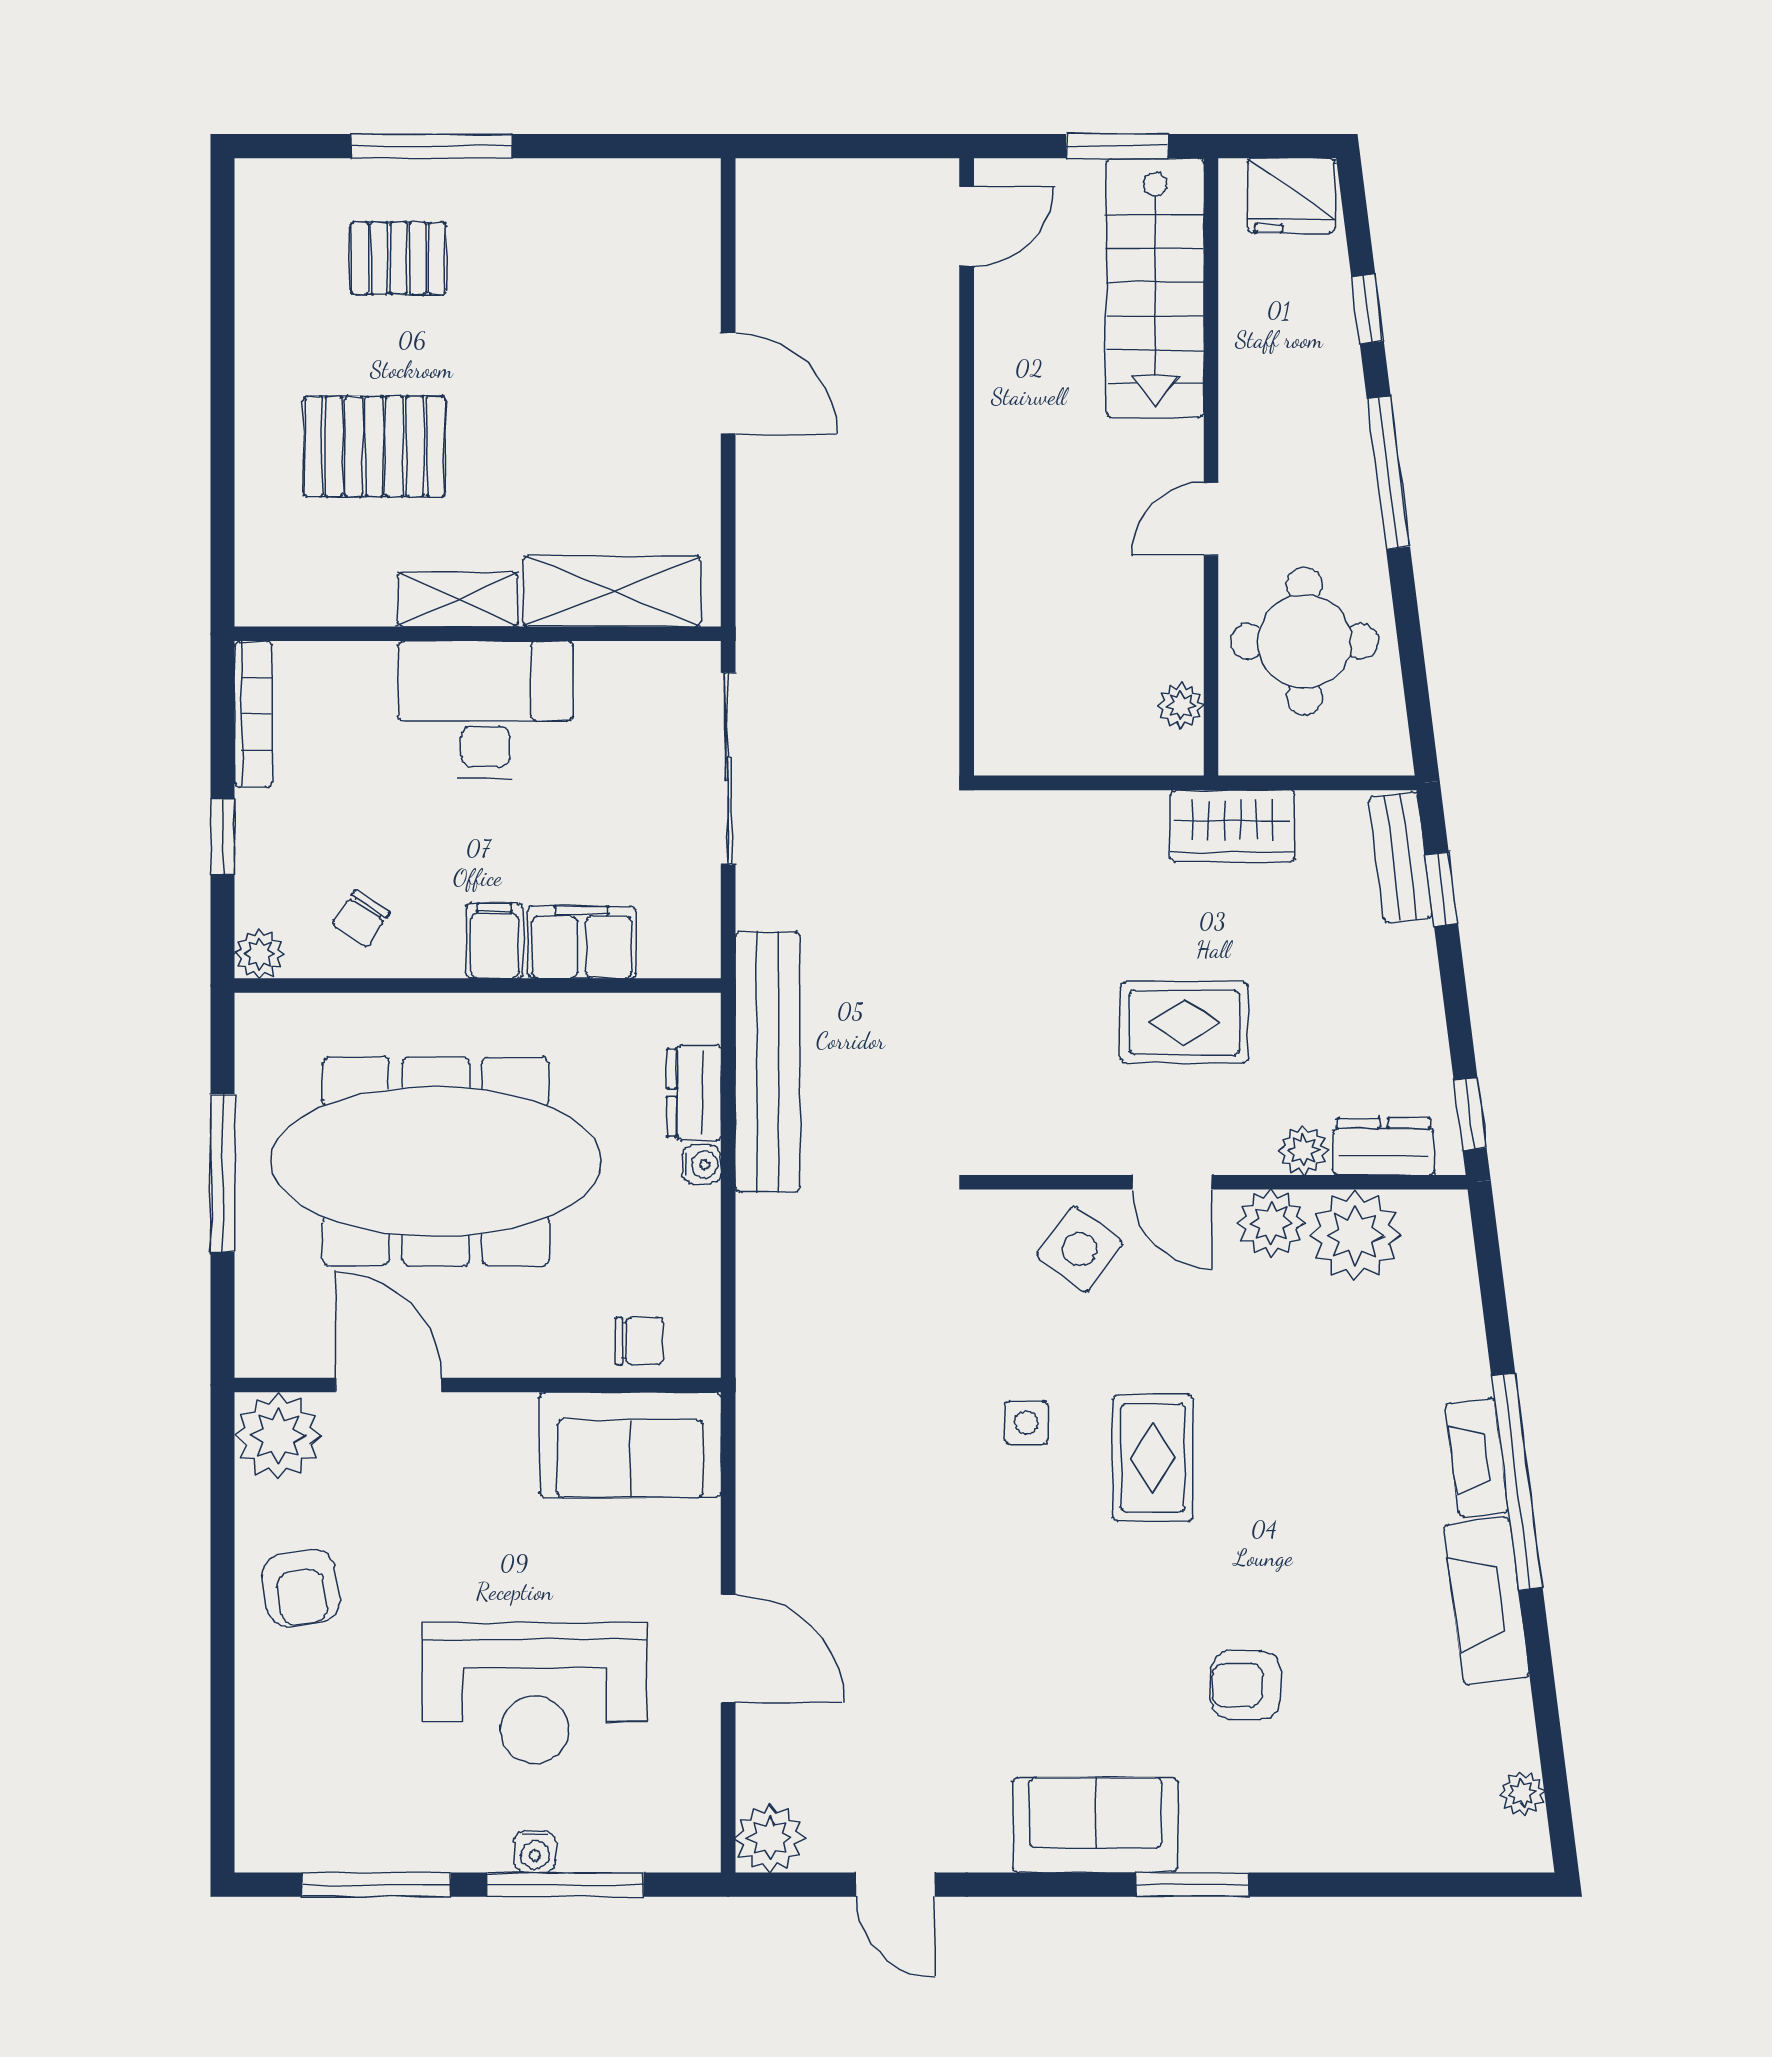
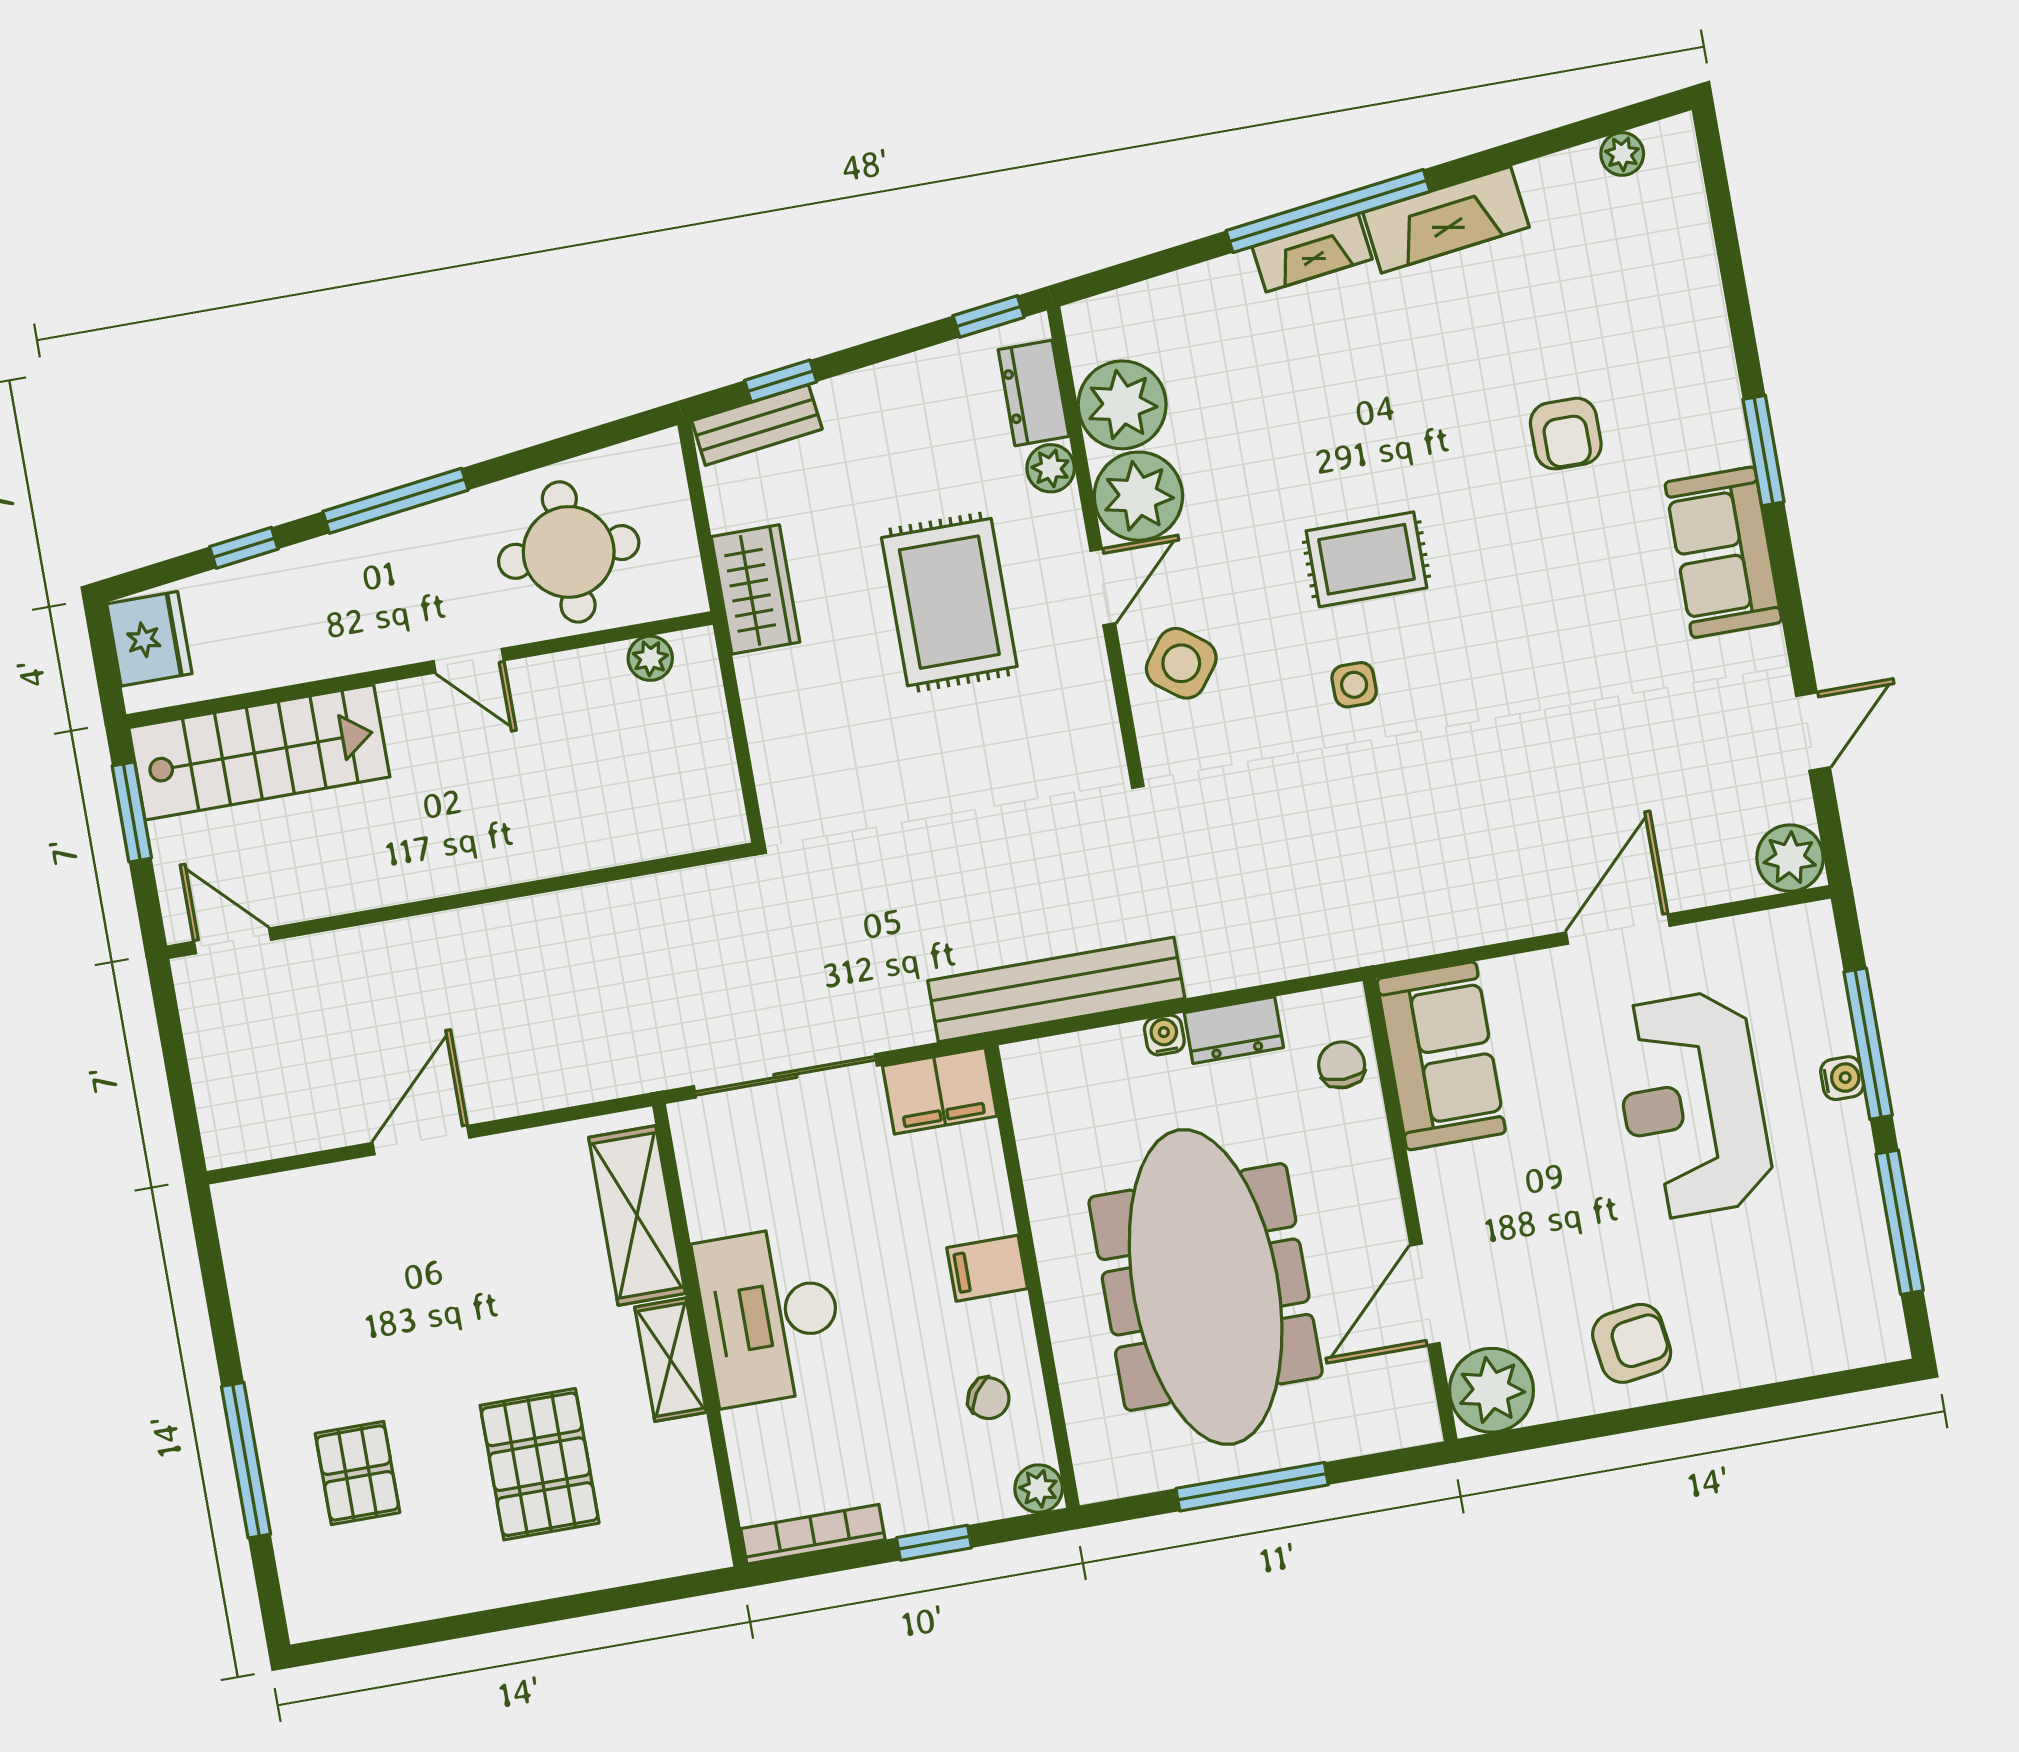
filing cabinet: (582, 942) -> (940, 1091), moved, turned -90
rug: (1184, 1022) -> (949, 602), width x1.36, depth x1.43
dresser: (694, 1093) -> (1234, 1030), moved
plant: (1271, 1223) -> (1138, 496), width x1.36, depth x1.36
reception desk: (535, 1693) -> (1692, 1105), turned 180

